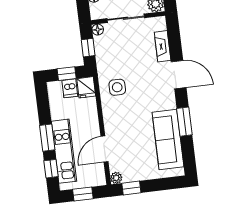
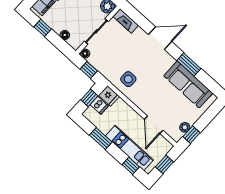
fireplace: (163, 46) -> (126, 21), moved
window: (47, 138) -> (101, 139), moved
plant: (116, 178) -> (185, 127), moved

